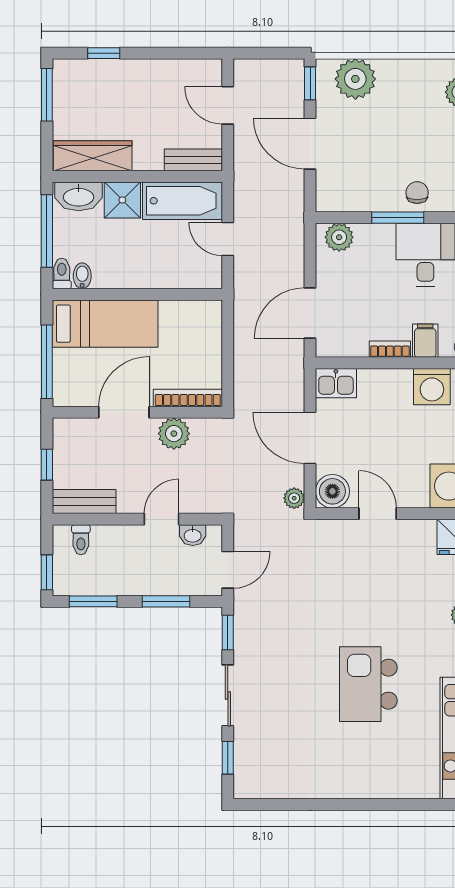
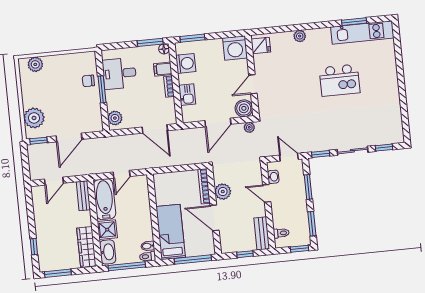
kitchen sink: (336, 383) -> (187, 95), moved

